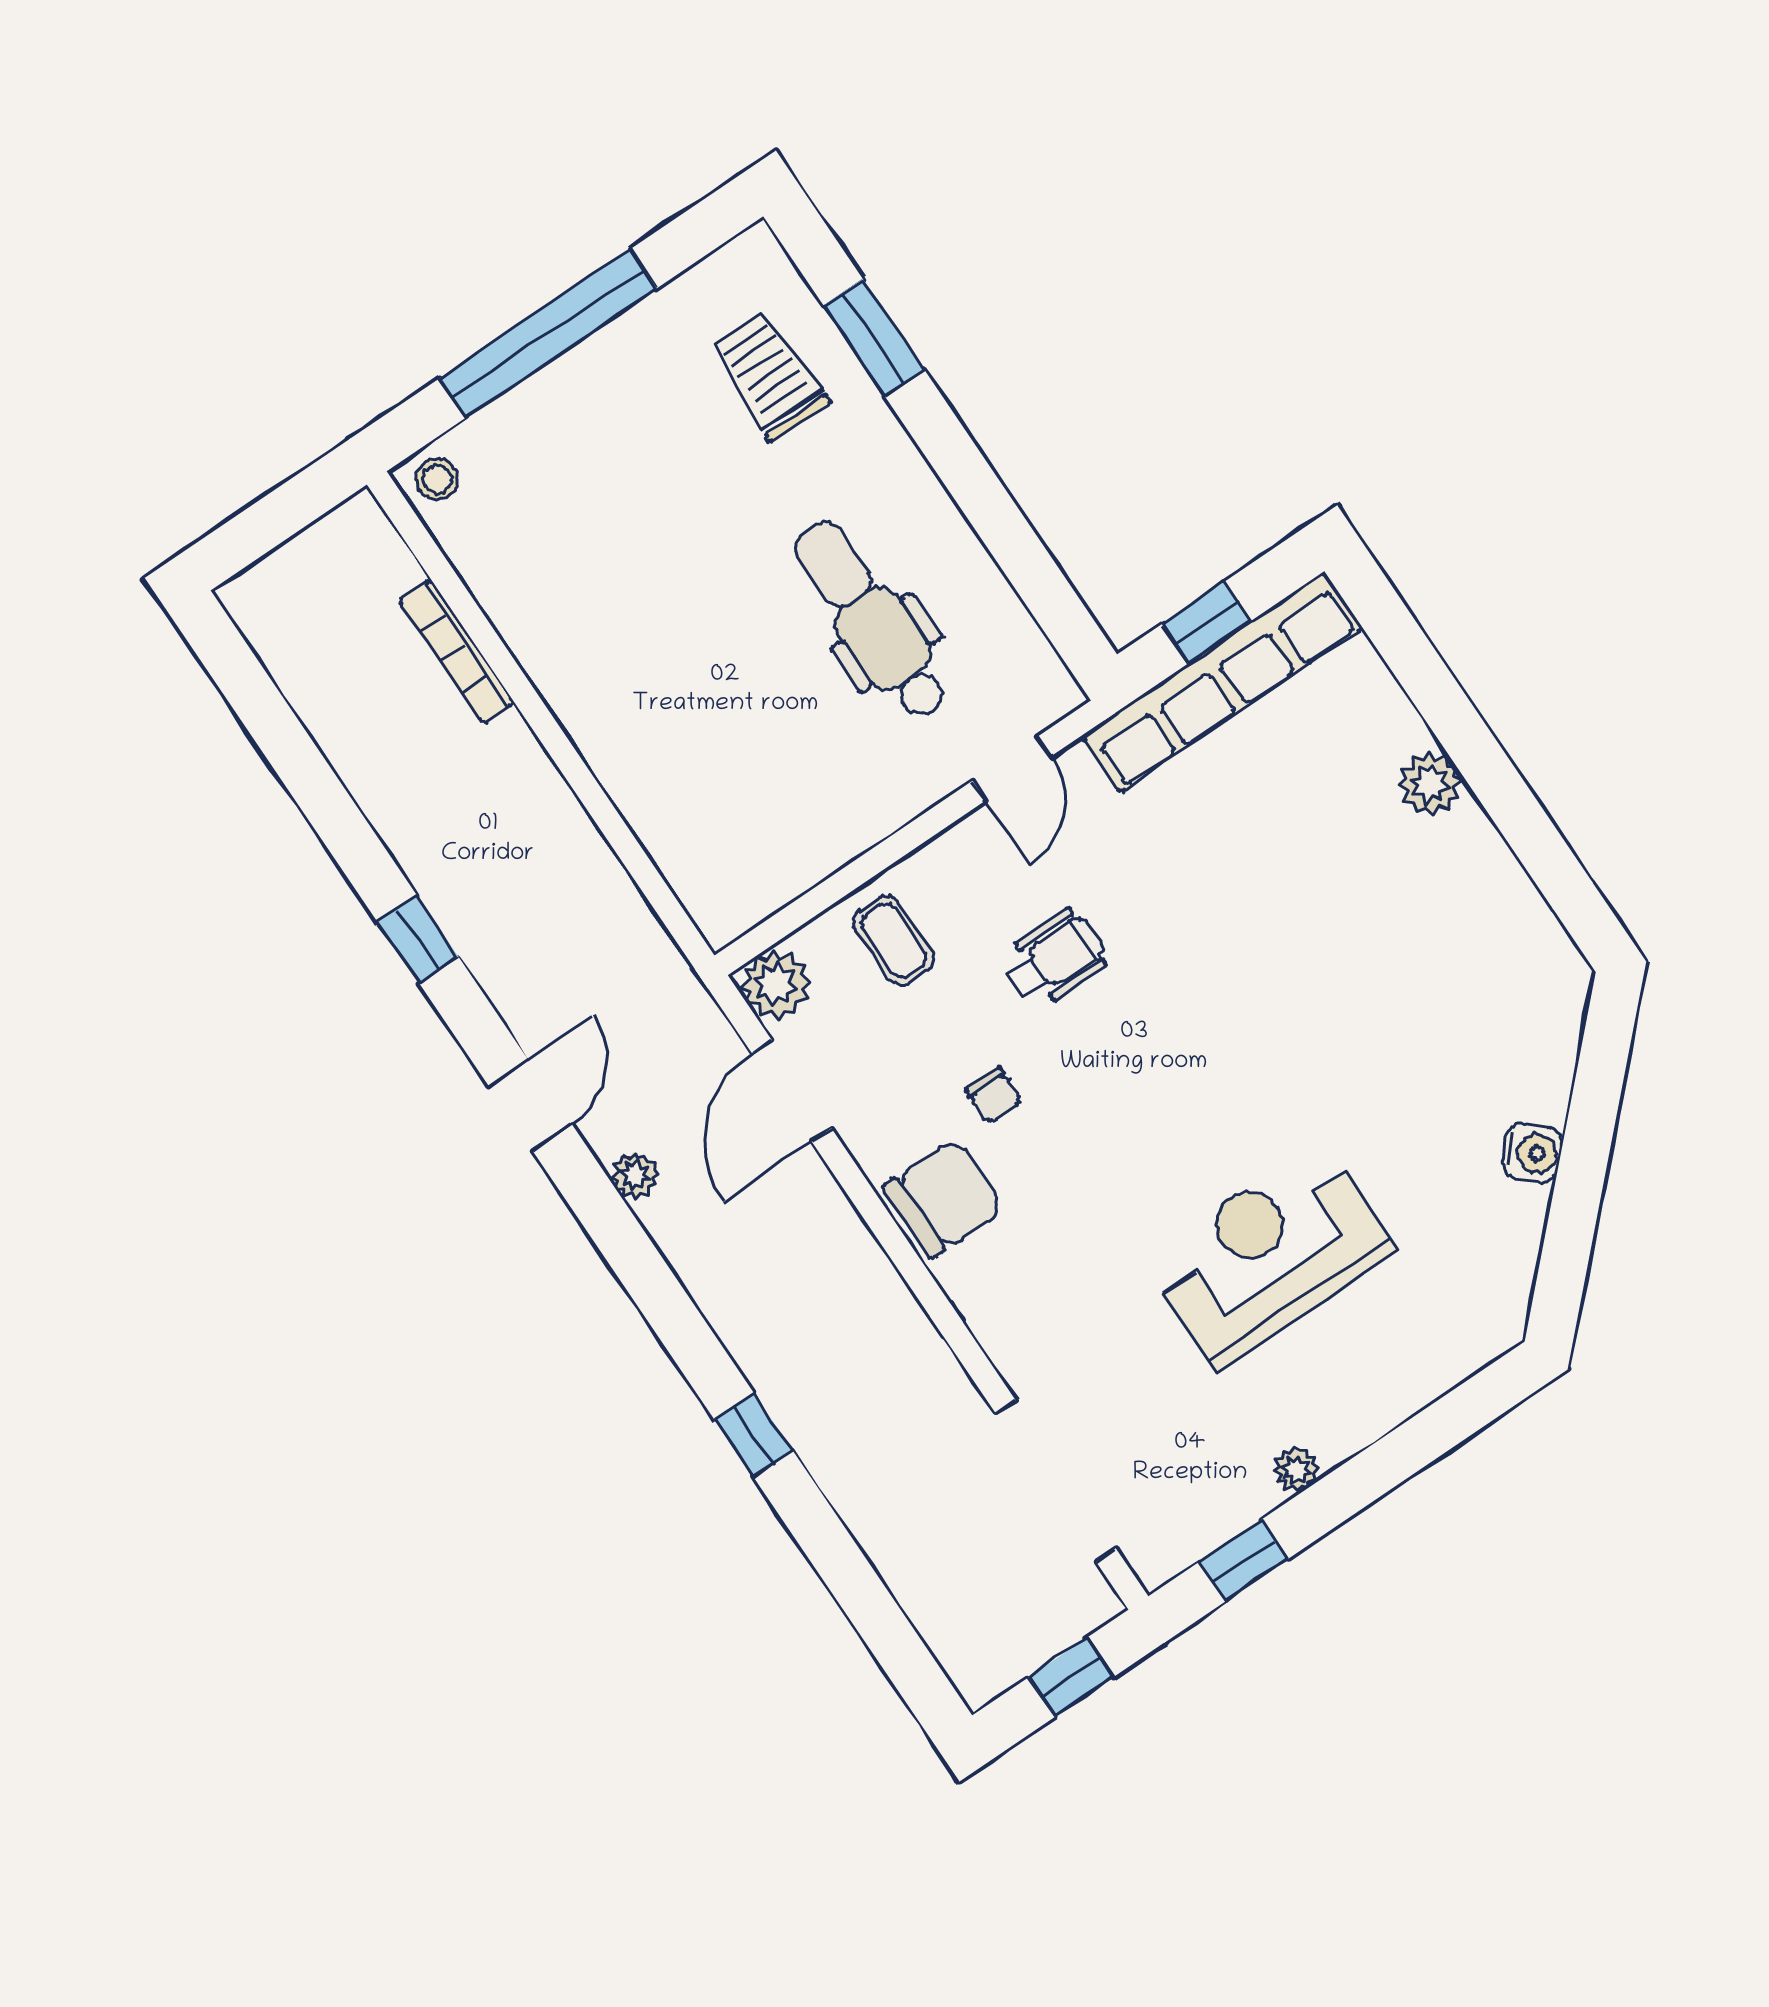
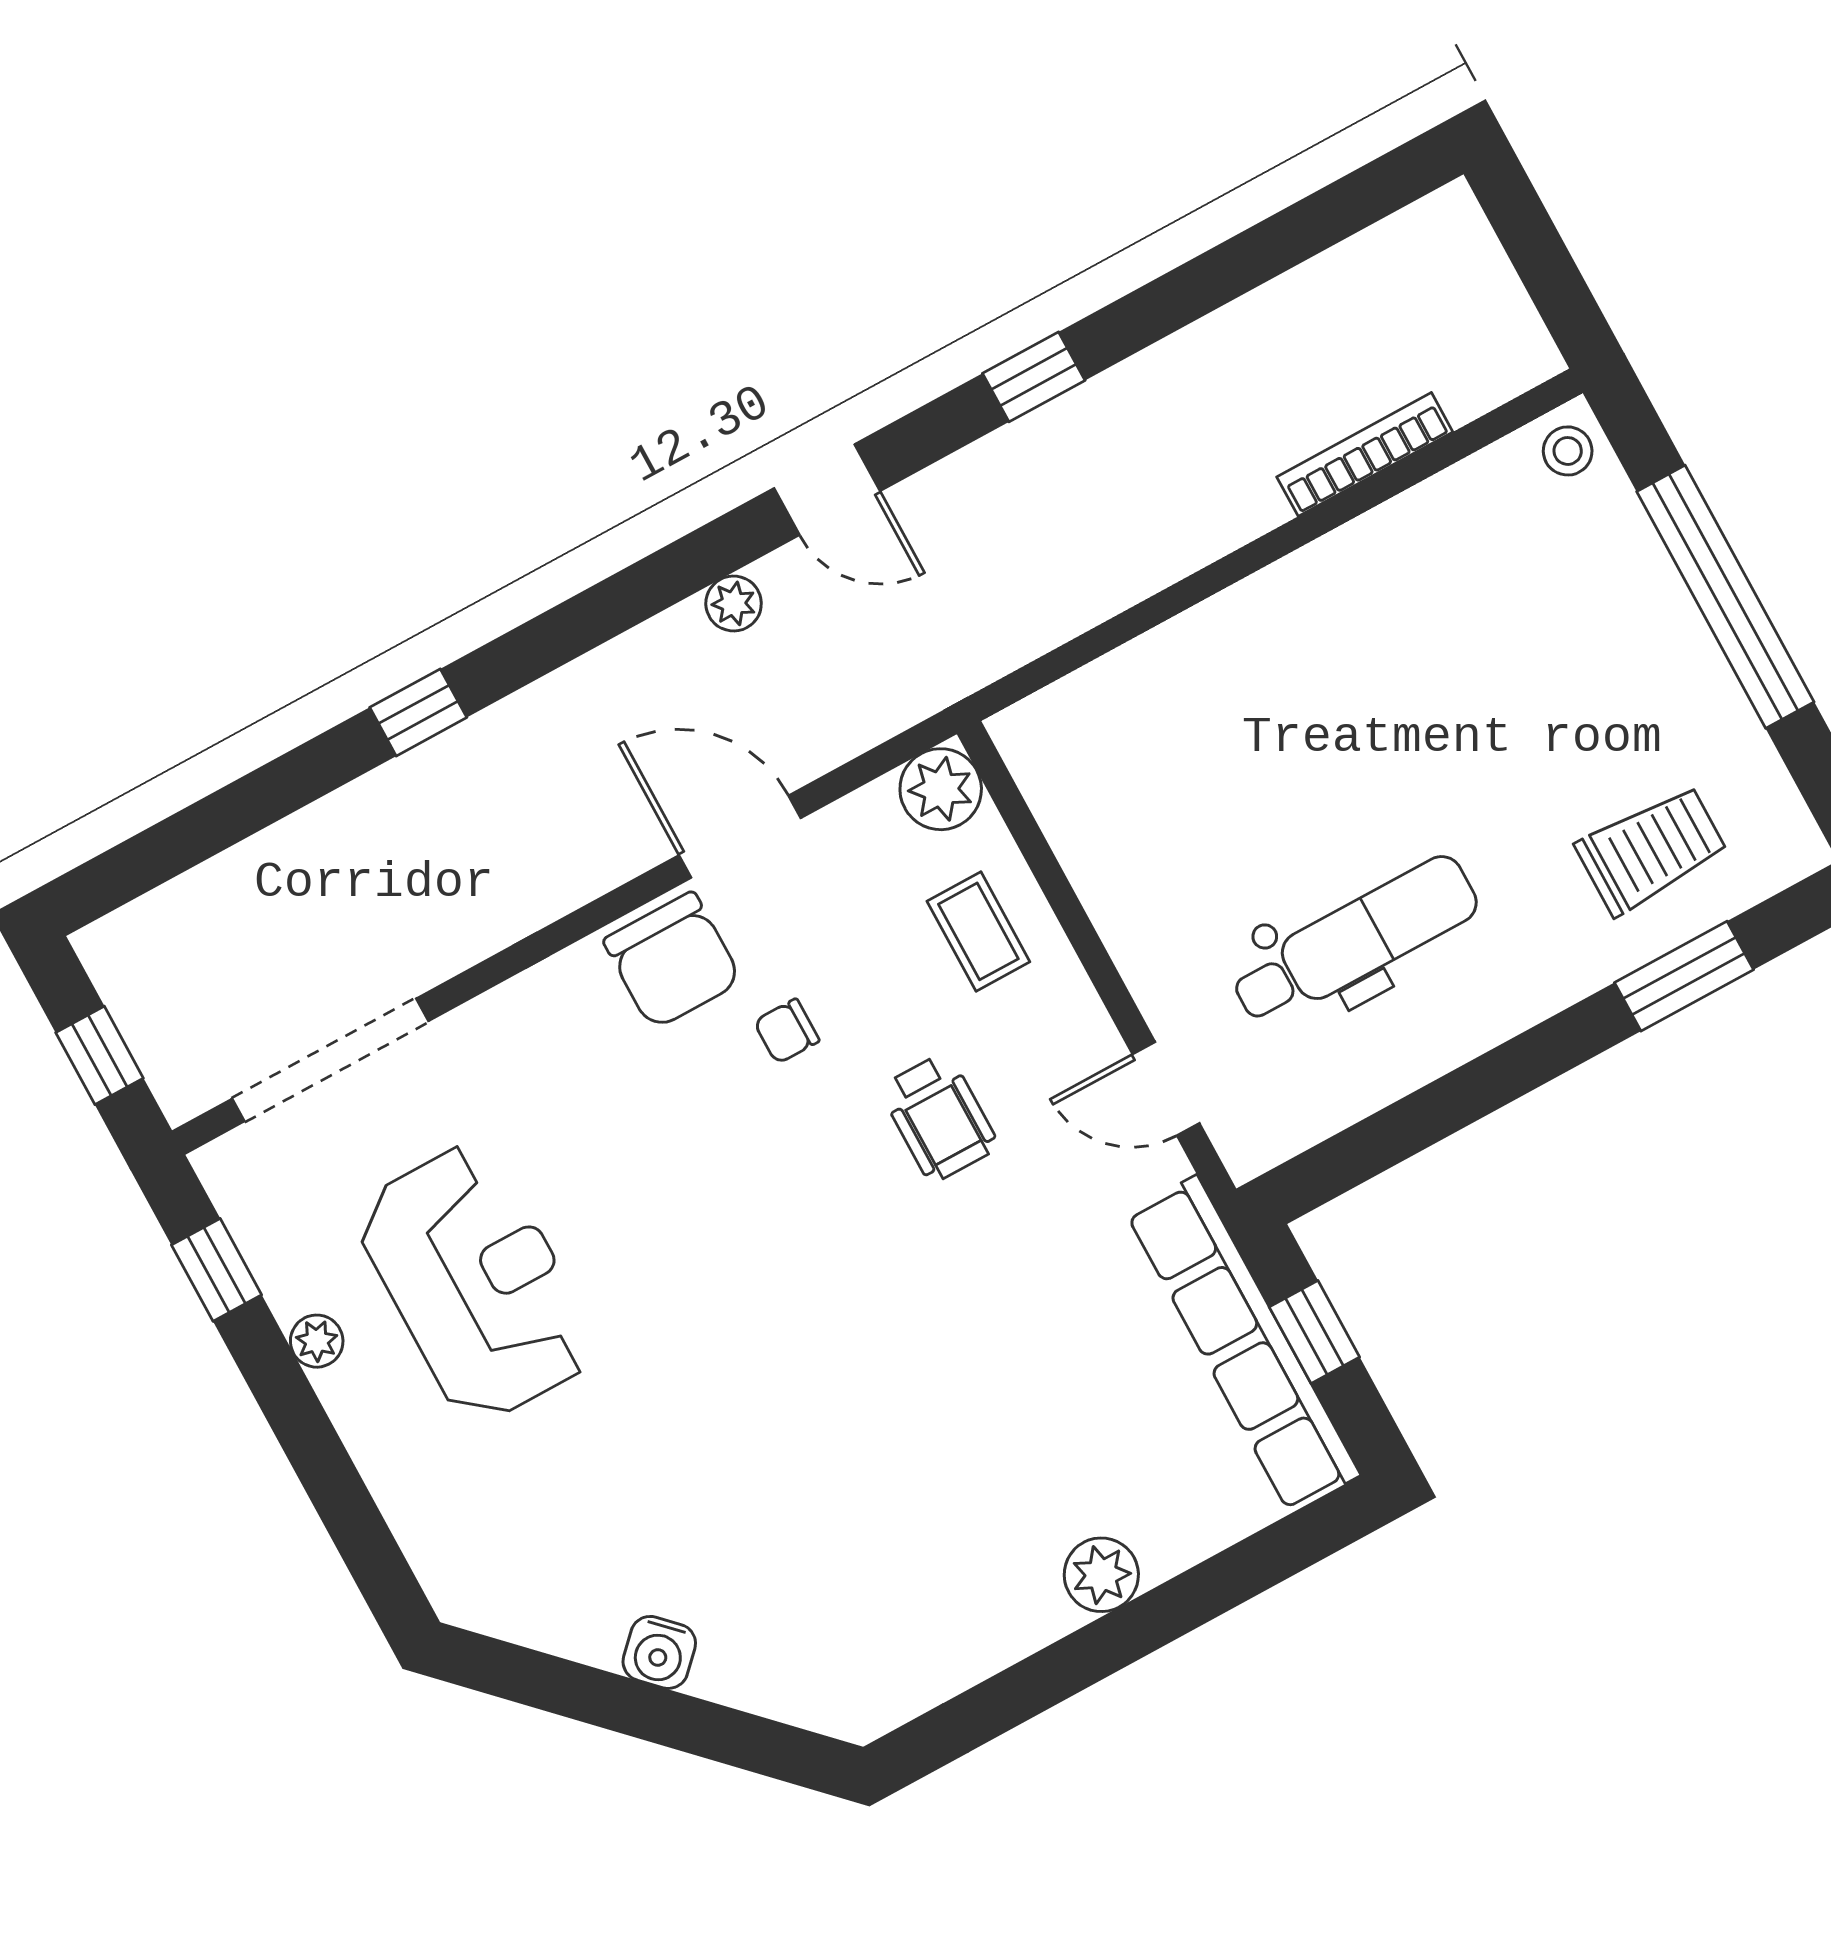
coffee table: (894, 941) -> (978, 931), turned 90
door: (792, 1091) -> (740, 837), moved
reception desk: (1270, 1254) -> (476, 1282), moved

